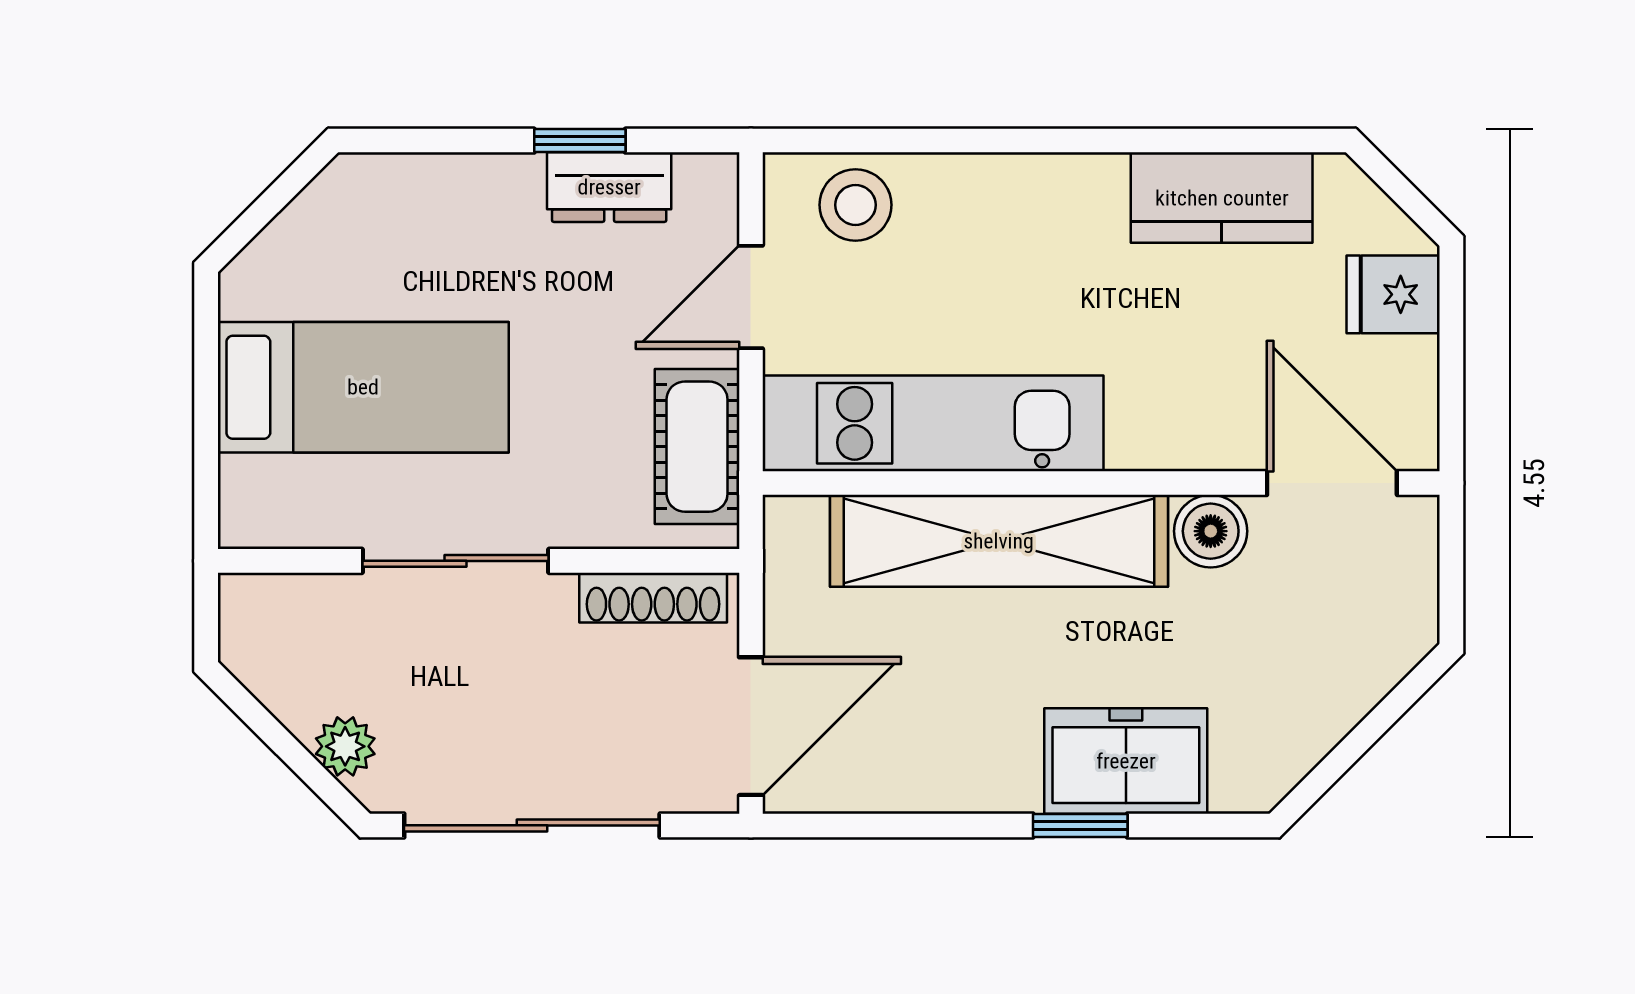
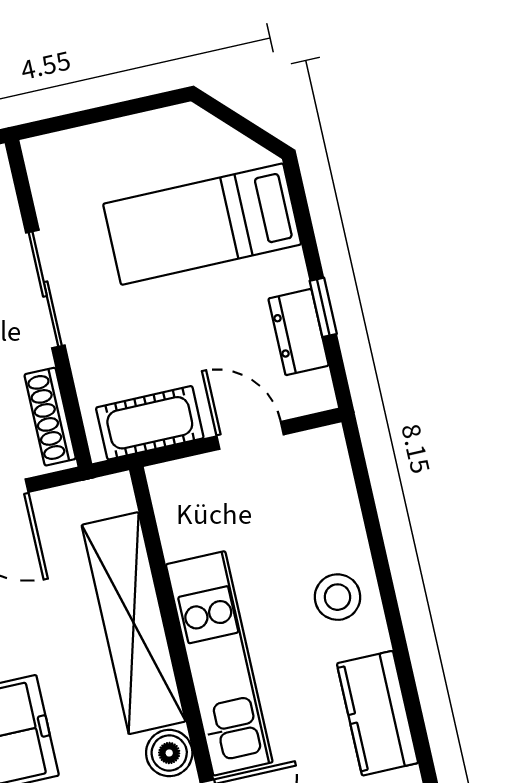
stool: (855, 205) -> (338, 597), moved
bed: (363, 387) -> (202, 224), moved, turned 90
kitchen unit: (933, 423) -> (219, 663), moved

